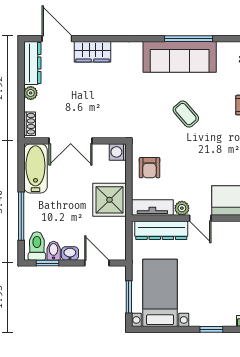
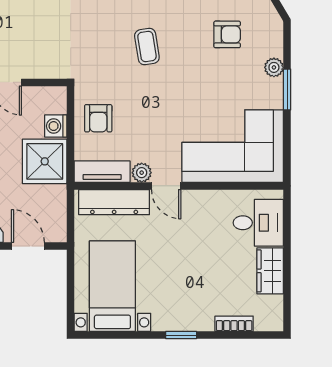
coffee table: (186, 114) -> (147, 47), turned 32
washing machine: (118, 152) -> (56, 126), moved
window: (129, 297) -> (71, 292), removed

